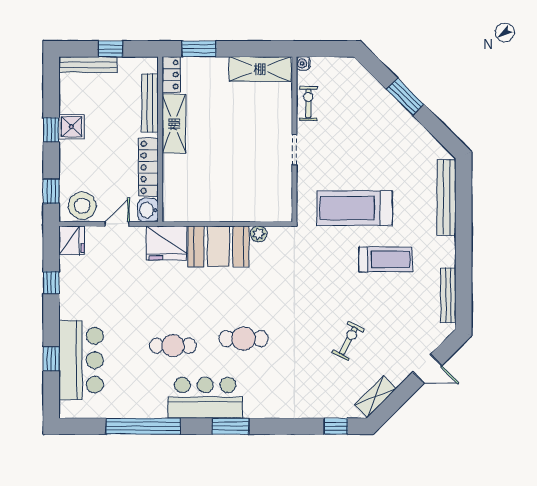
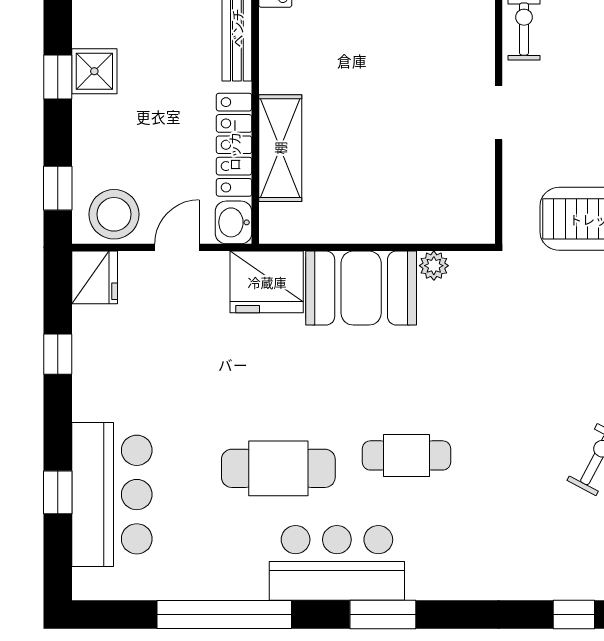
shelving: (174, 124) -> (280, 148), moved
cafe table: (173, 346) -> (278, 468), width x1.37, depth x1.35

